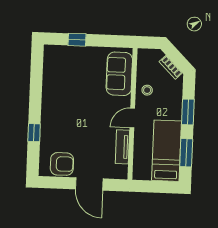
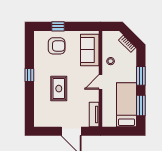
rug: (75, 125) -> (59, 89), added
window: (34, 133) -> (29, 75), moved
tv unit: (122, 147) -> (94, 114), moved
armchair: (62, 164) -> (57, 46), moved

